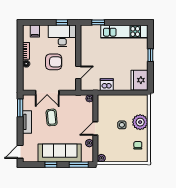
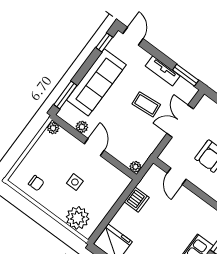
plant: (140, 122) -> (78, 218), moved
window: (51, 165) -> (104, 42), moved

